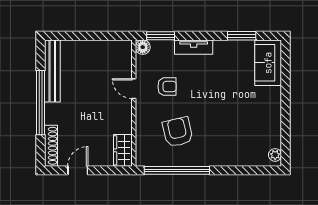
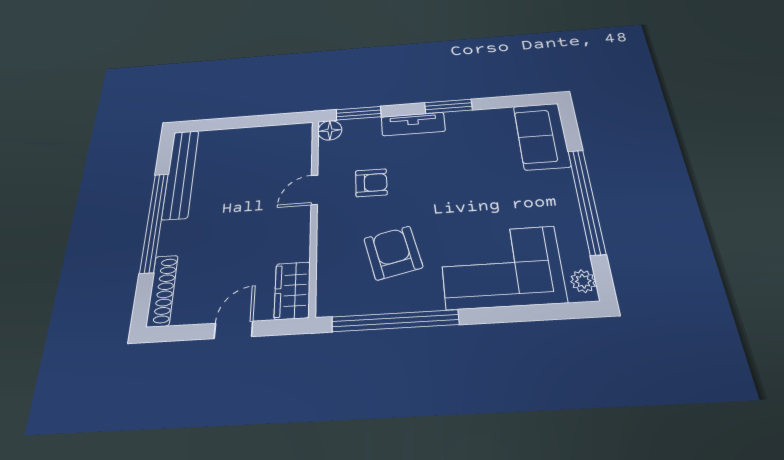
window: (242, 36) -> (448, 106), moved
door: (134, 89) -> (314, 190), hinge flipped
window: (286, 108) -> (586, 201), added
corner sofa: (234, 144) -> (501, 267), added
door: (78, 170) -> (233, 330), moved

